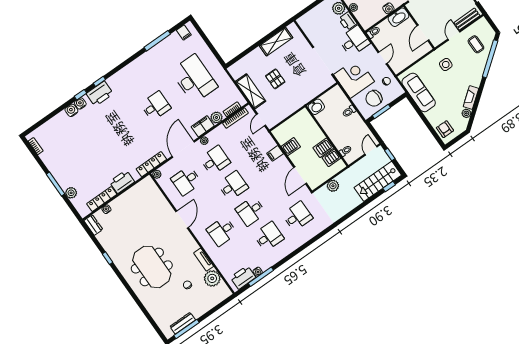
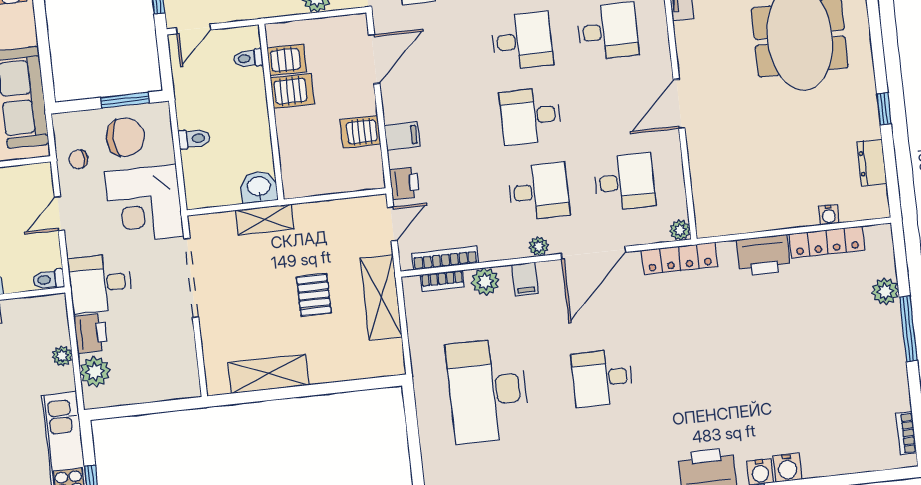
shelving: (308, 96) -> (265, 220), added
filing cabinet: (203, 126) -> (525, 279), width x0.50
printer: (265, 137) -> (404, 183), added
desk: (215, 160) -> (539, 191), turned 180
dresser: (93, 225) -> (872, 163), moved

